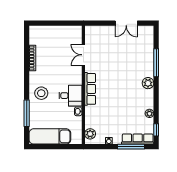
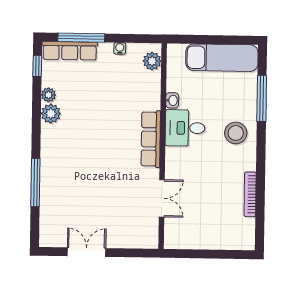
plant: (148, 83) -> (51, 114), moved

